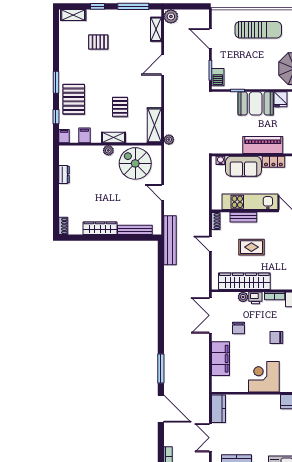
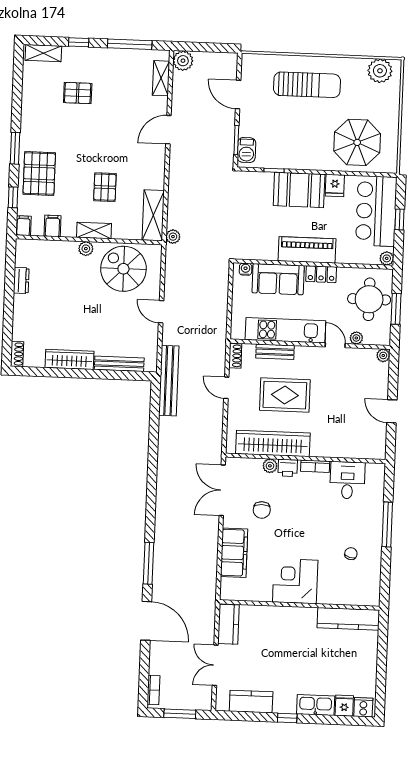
rug: (251, 247) -> (285, 395), width x1.36, depth x1.43
chair: (276, 338) -> (315, 526), removed

